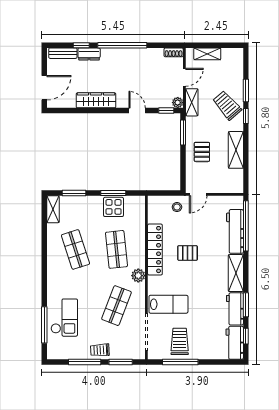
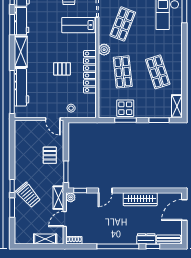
door: (137, 111) -> (105, 190), hinge flipped
shelving: (236, 150) -> (21, 157), removed
door: (198, 194) -> (53, 119), swing flipped

